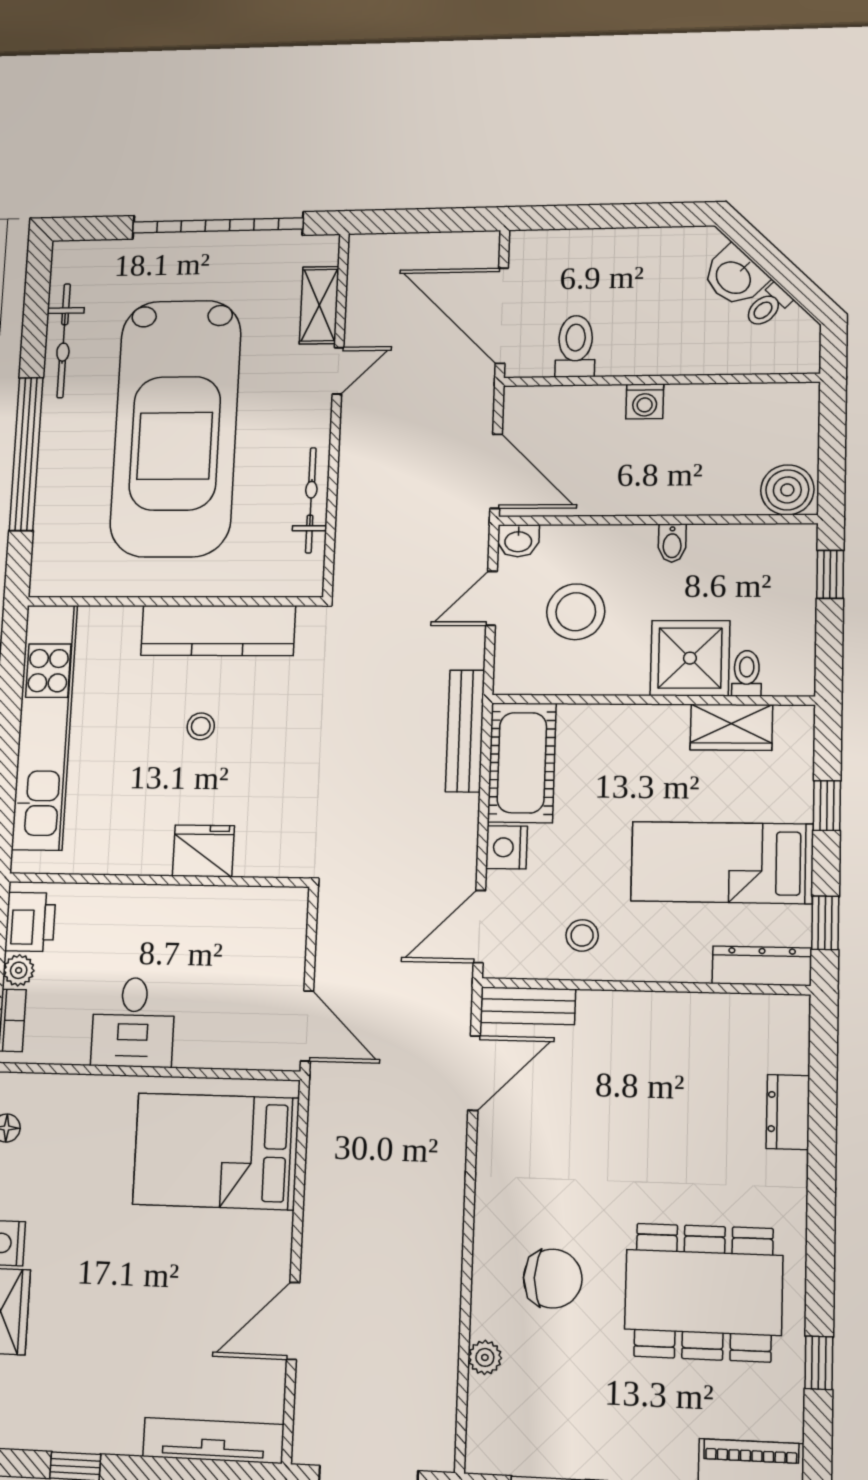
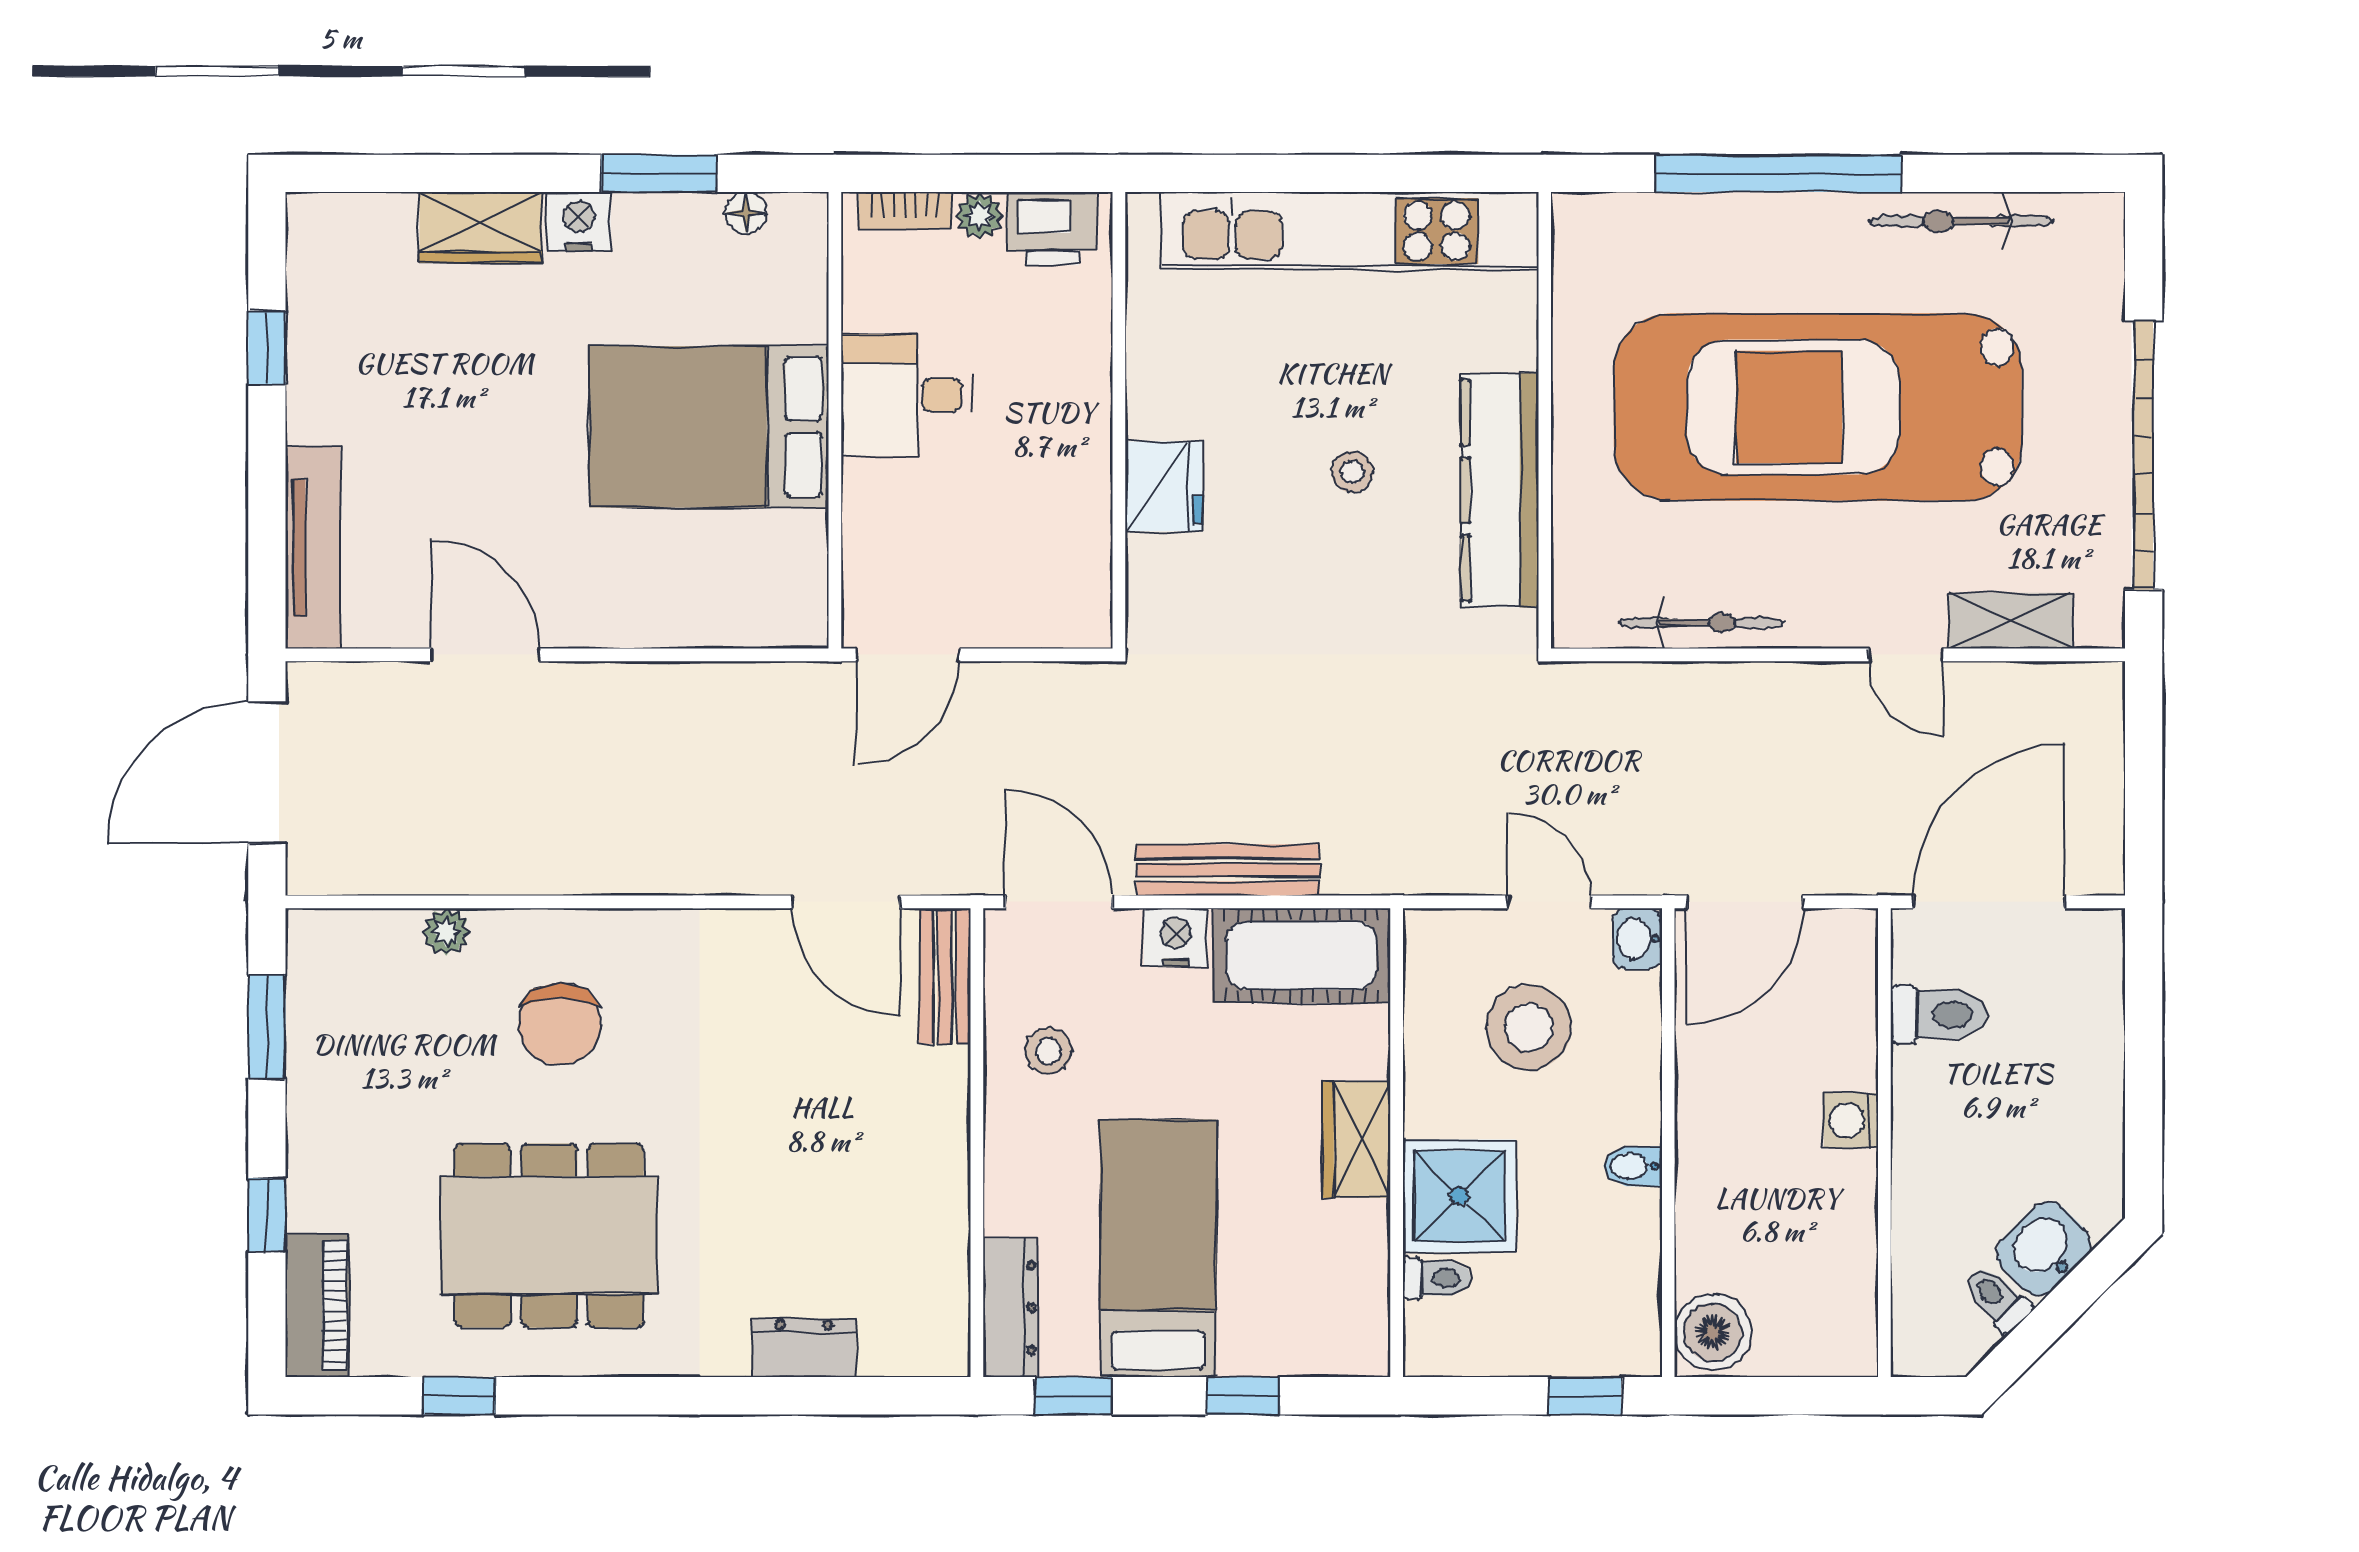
wardrobe: (731, 727) -> (1357, 1139), moved
bench: (465, 731) -> (1228, 870), moved
bed: (216, 1151) -> (709, 427), moved, turned -90
dining table: (704, 1292) -> (549, 1236), turned 90

